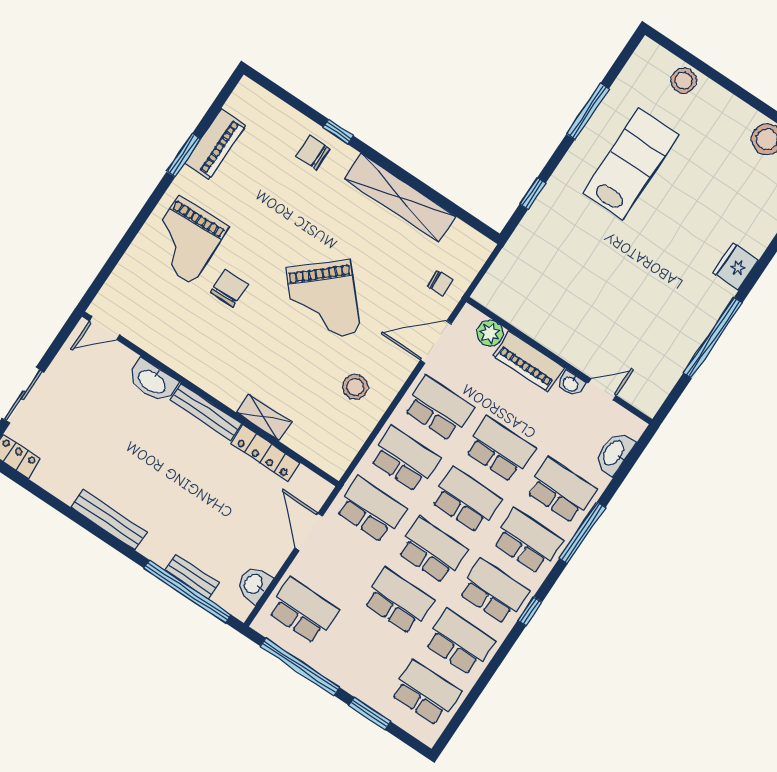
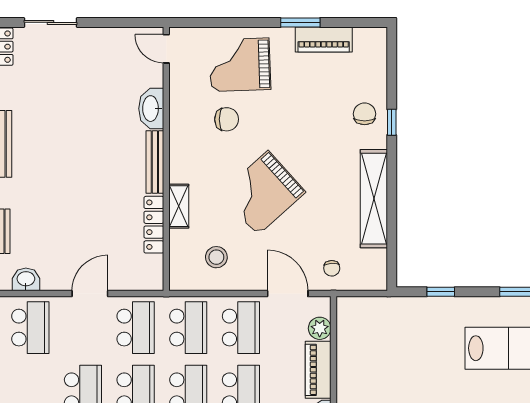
door: (104, 328) -> (166, 49), moved
washbasin: (152, 381) -> (151, 109), moved
wall: (210, 399) -> (166, 159), moved
bench: (206, 412) -> (155, 162), moved
shelving: (264, 417) -> (179, 206), moved
locker: (266, 453) -> (154, 225), moved

